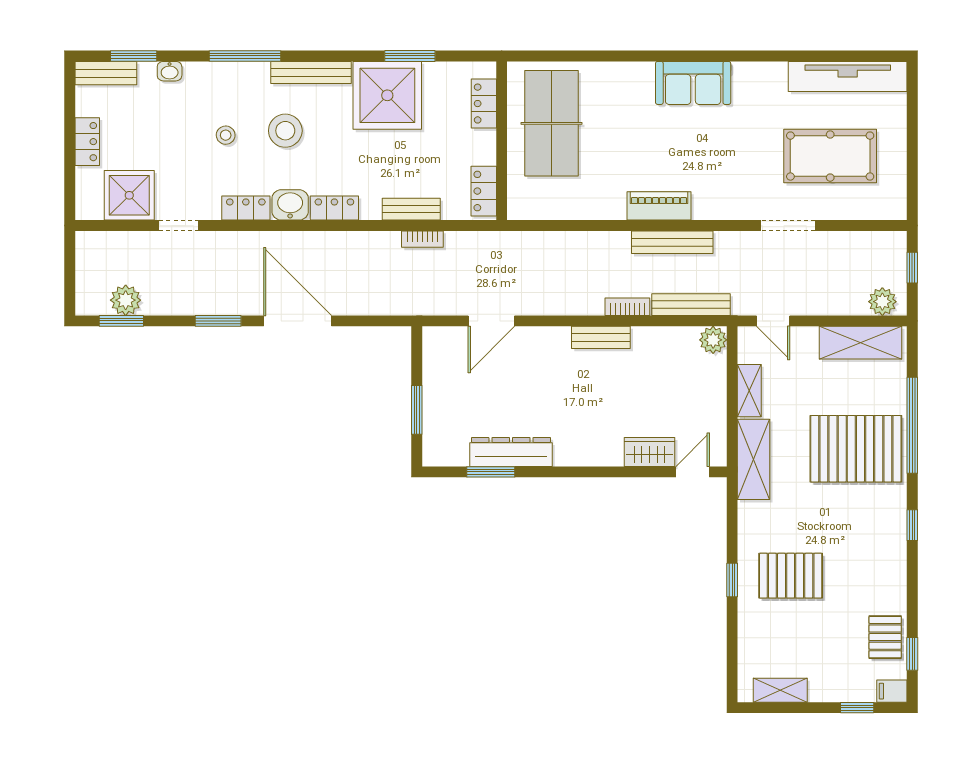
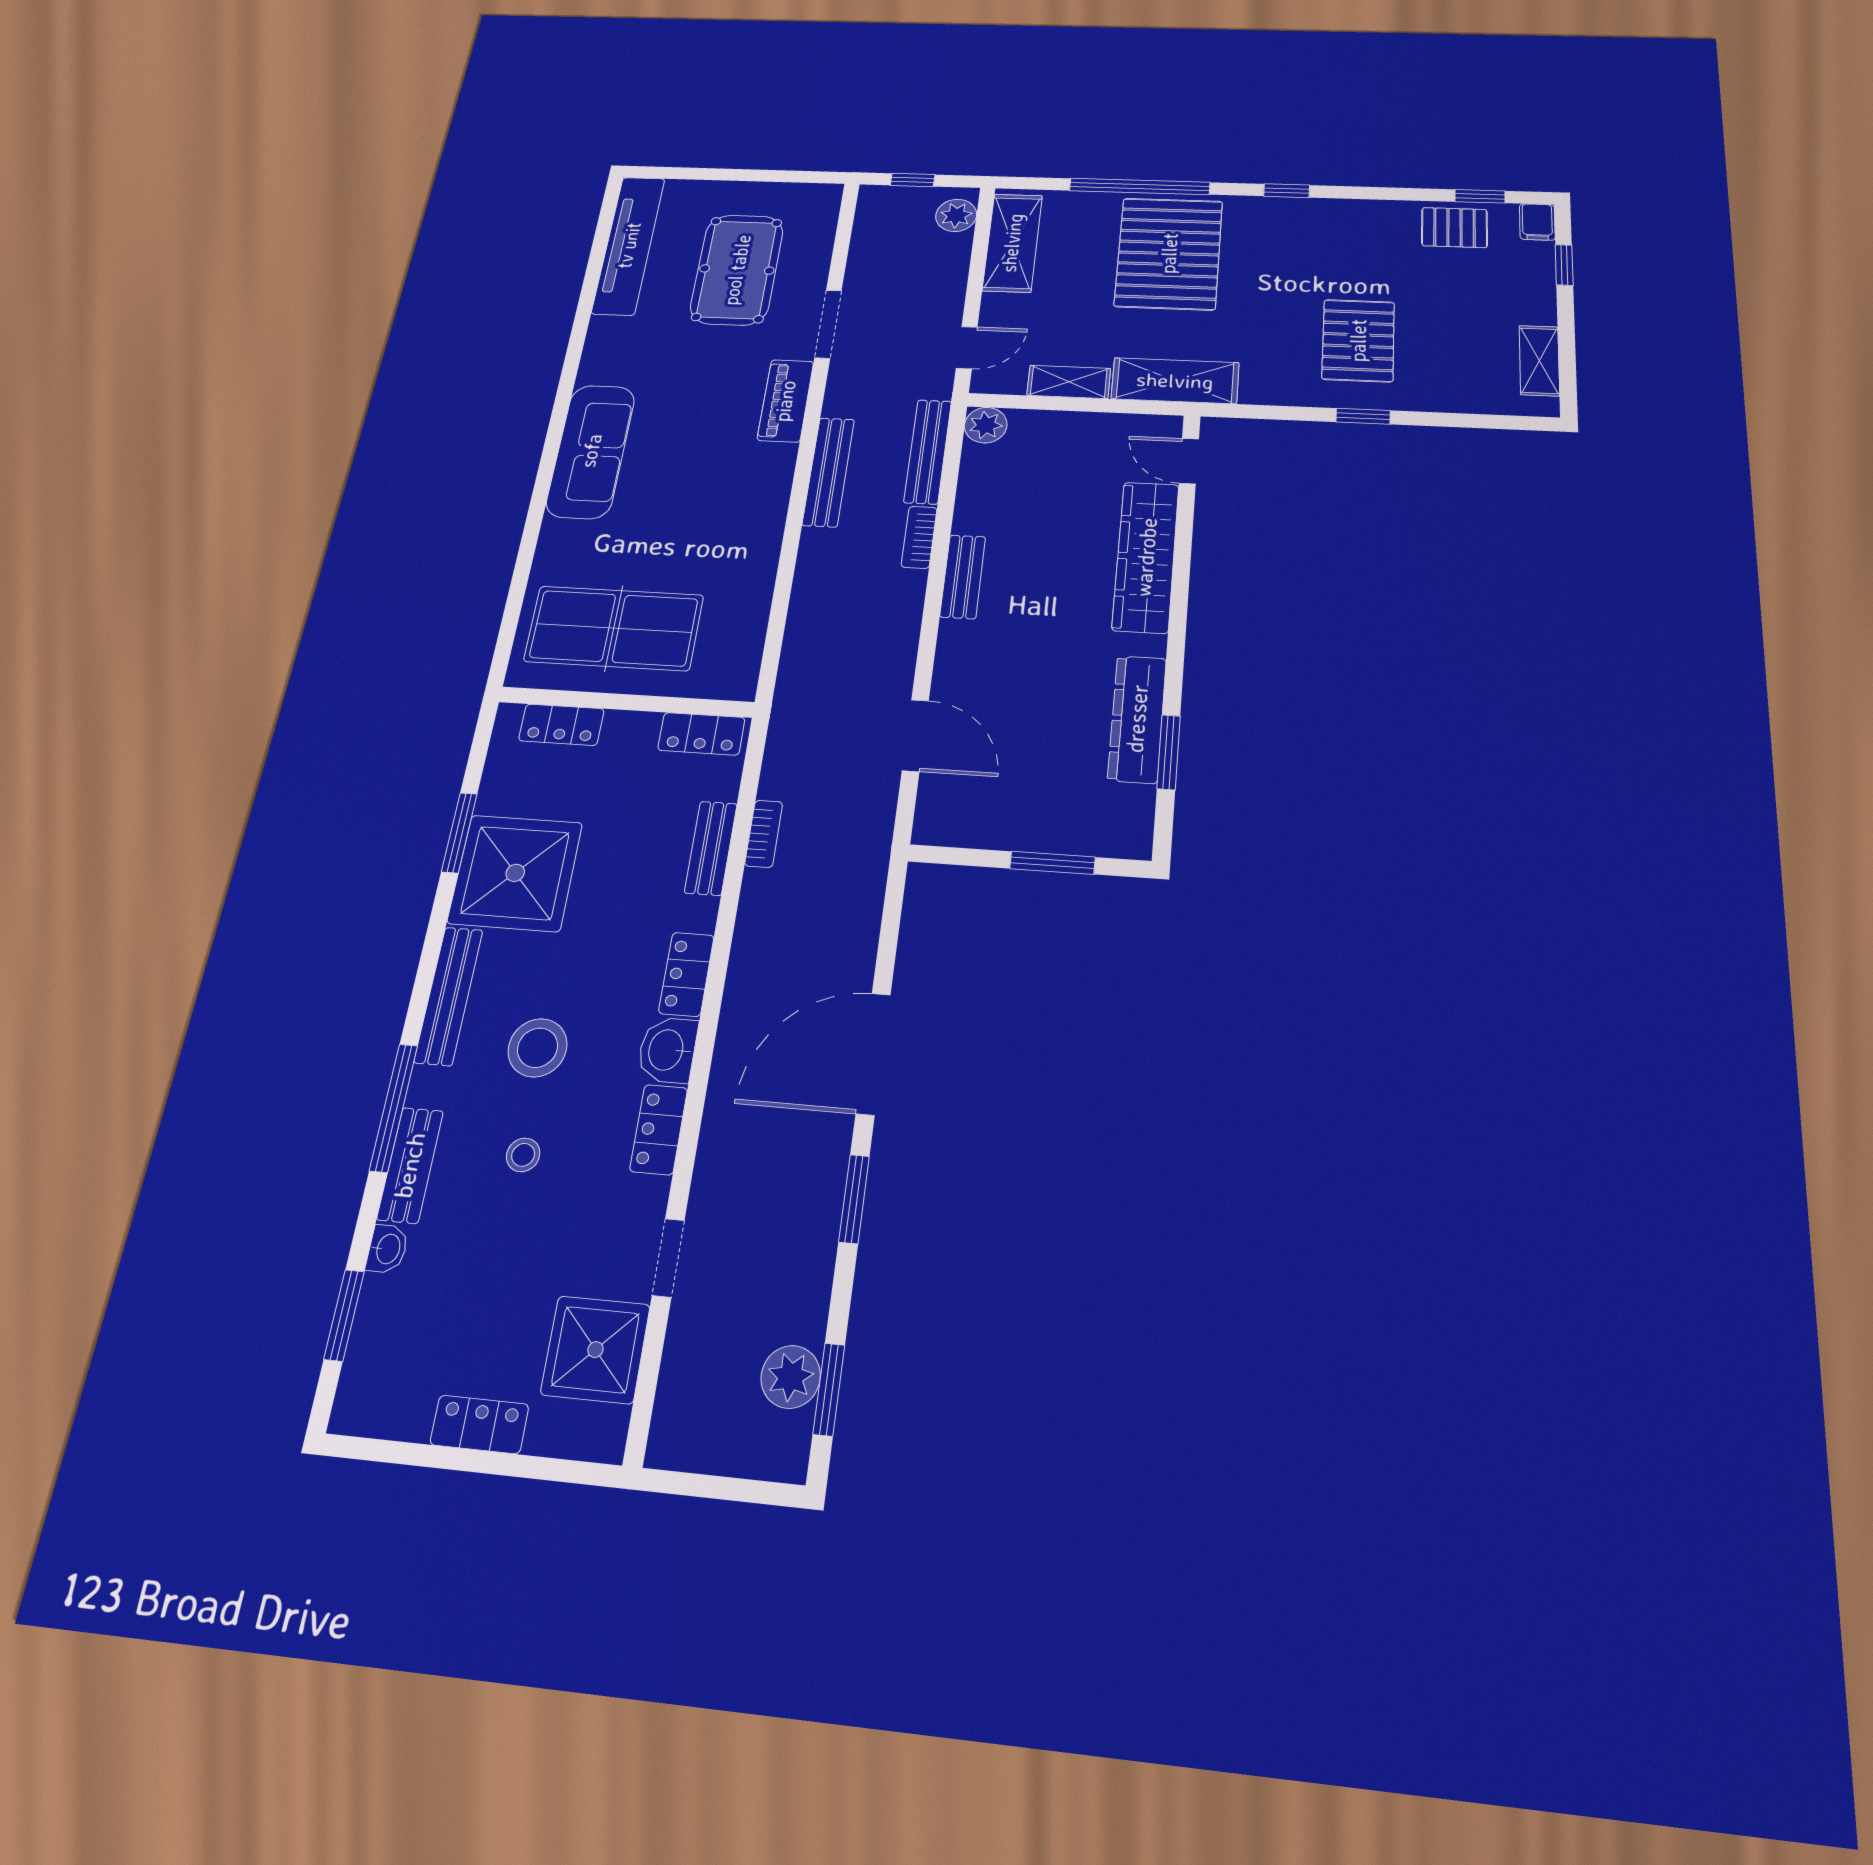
bench: (106, 73) -> (410, 1165), moved
sofa: (693, 83) -> (591, 451), width x1.36
piano: (659, 206) -> (785, 401), moved
wardrobe: (649, 452) -> (1146, 557), width x2.10, depth x1.17

